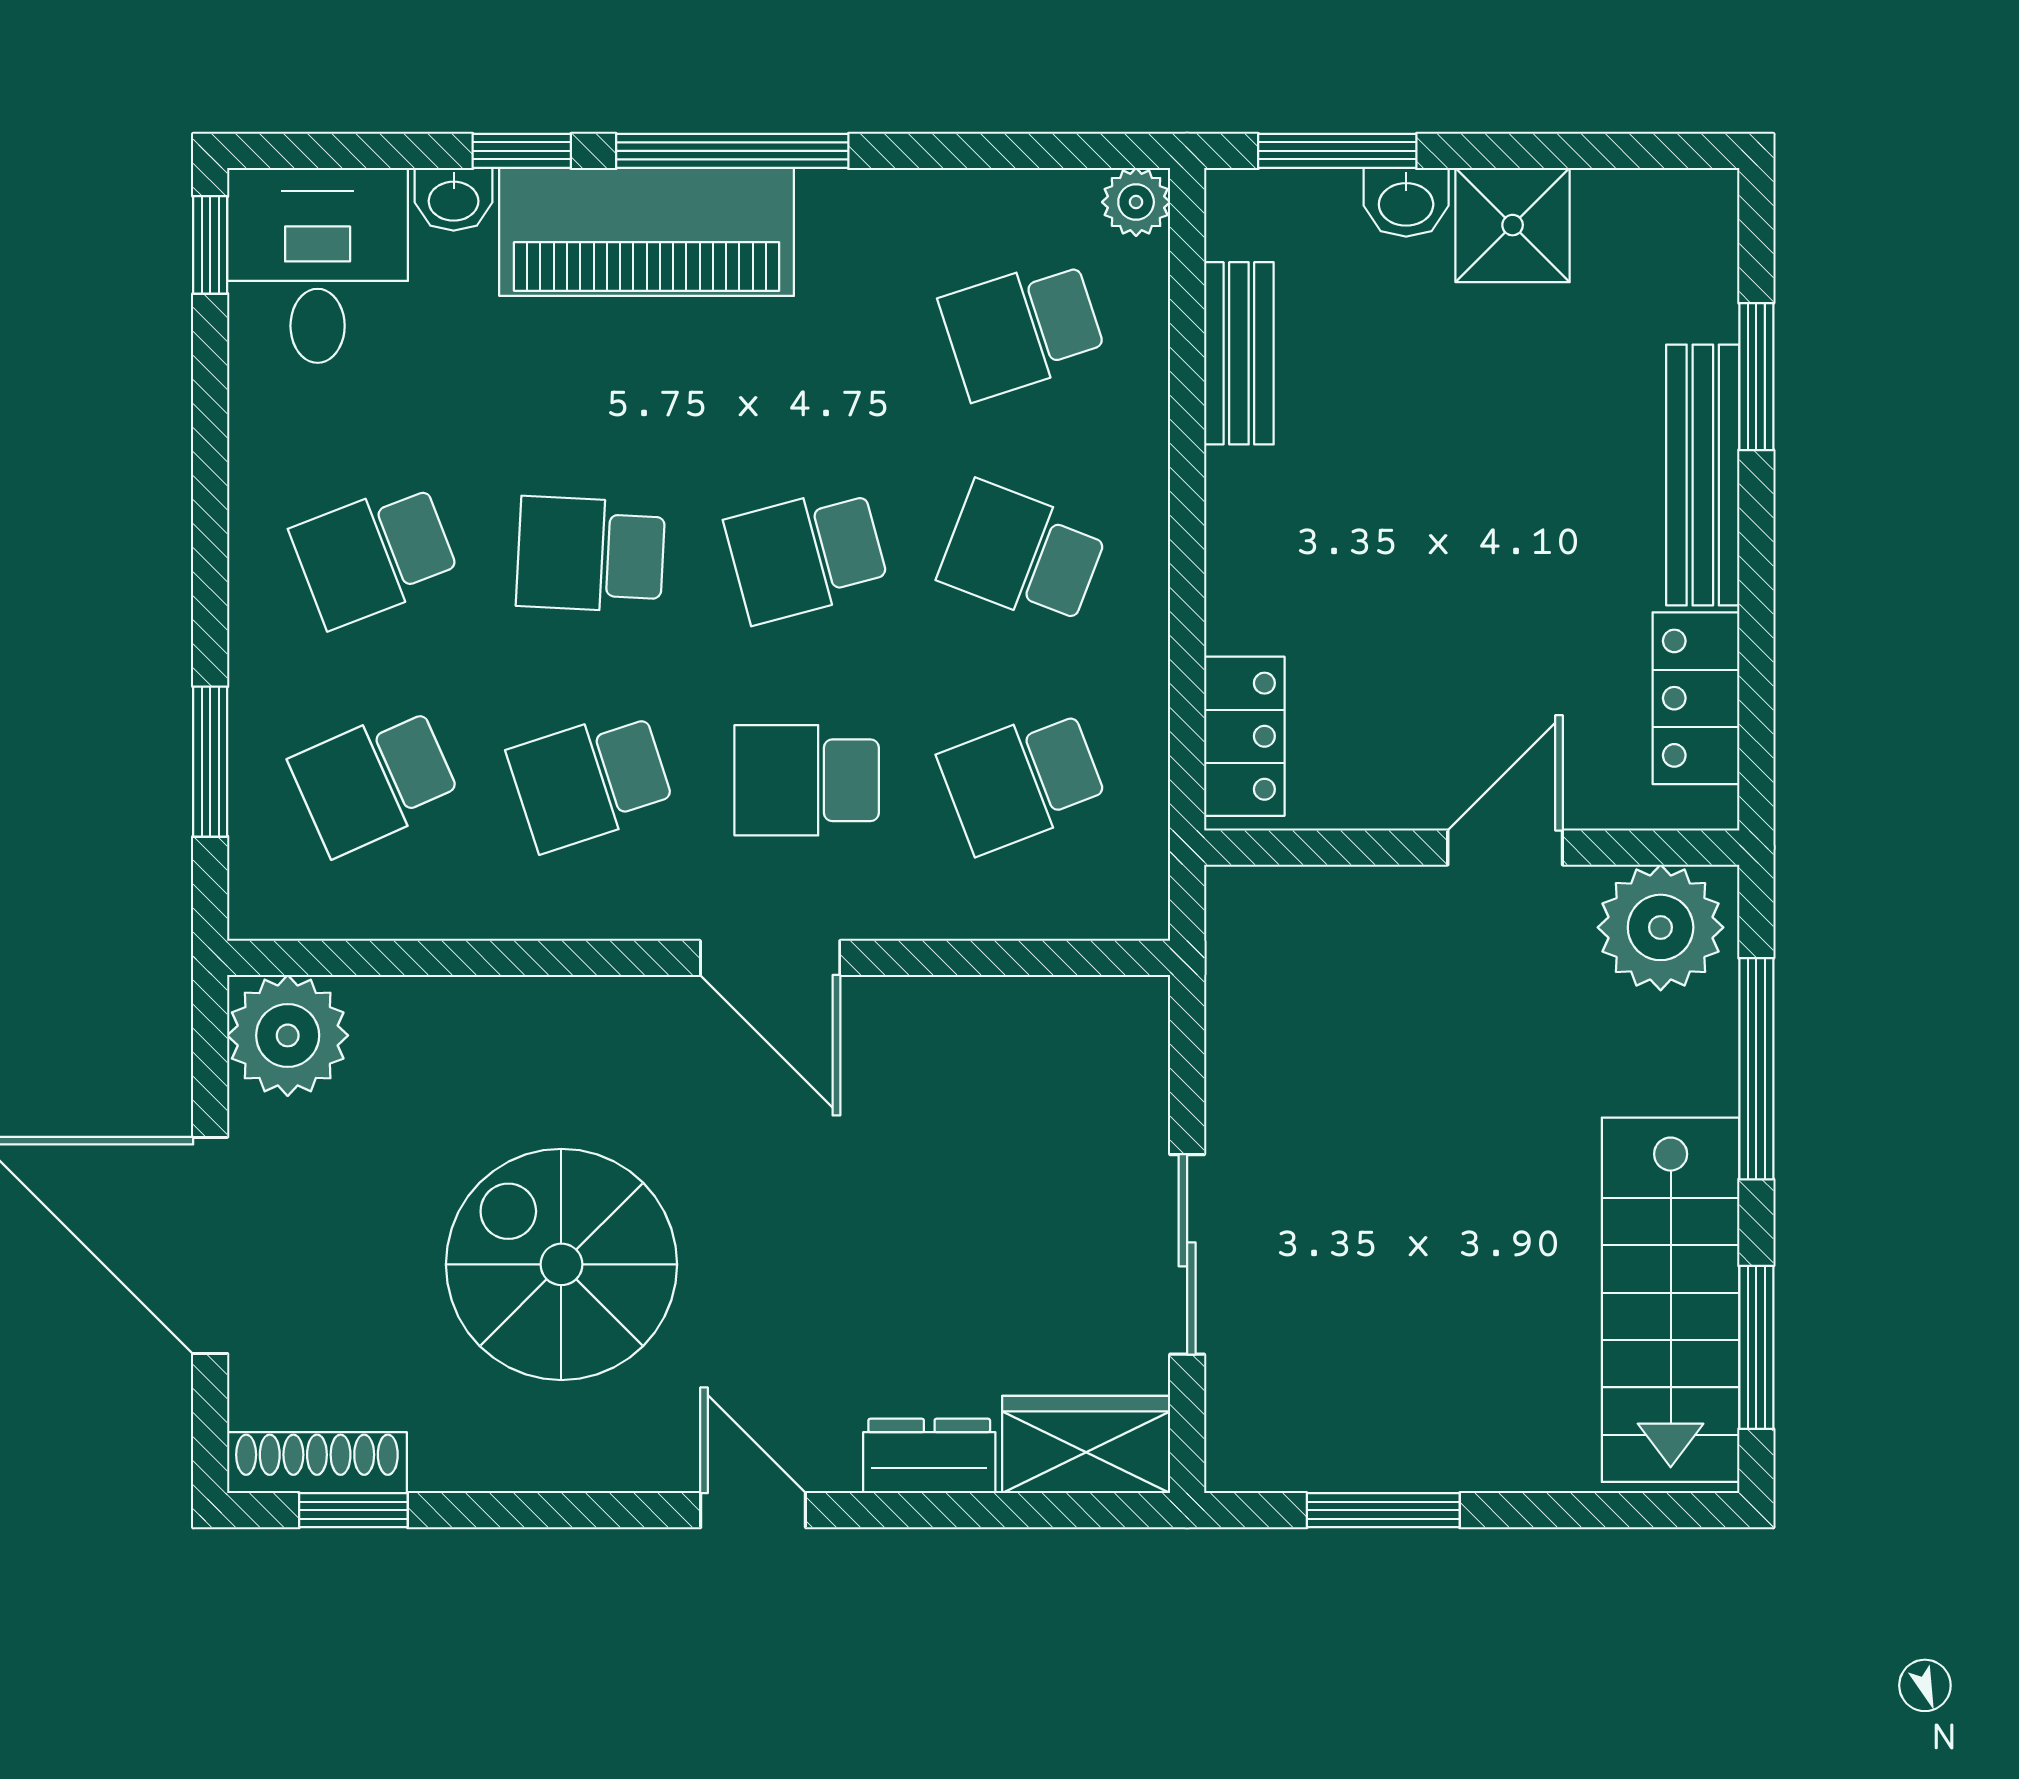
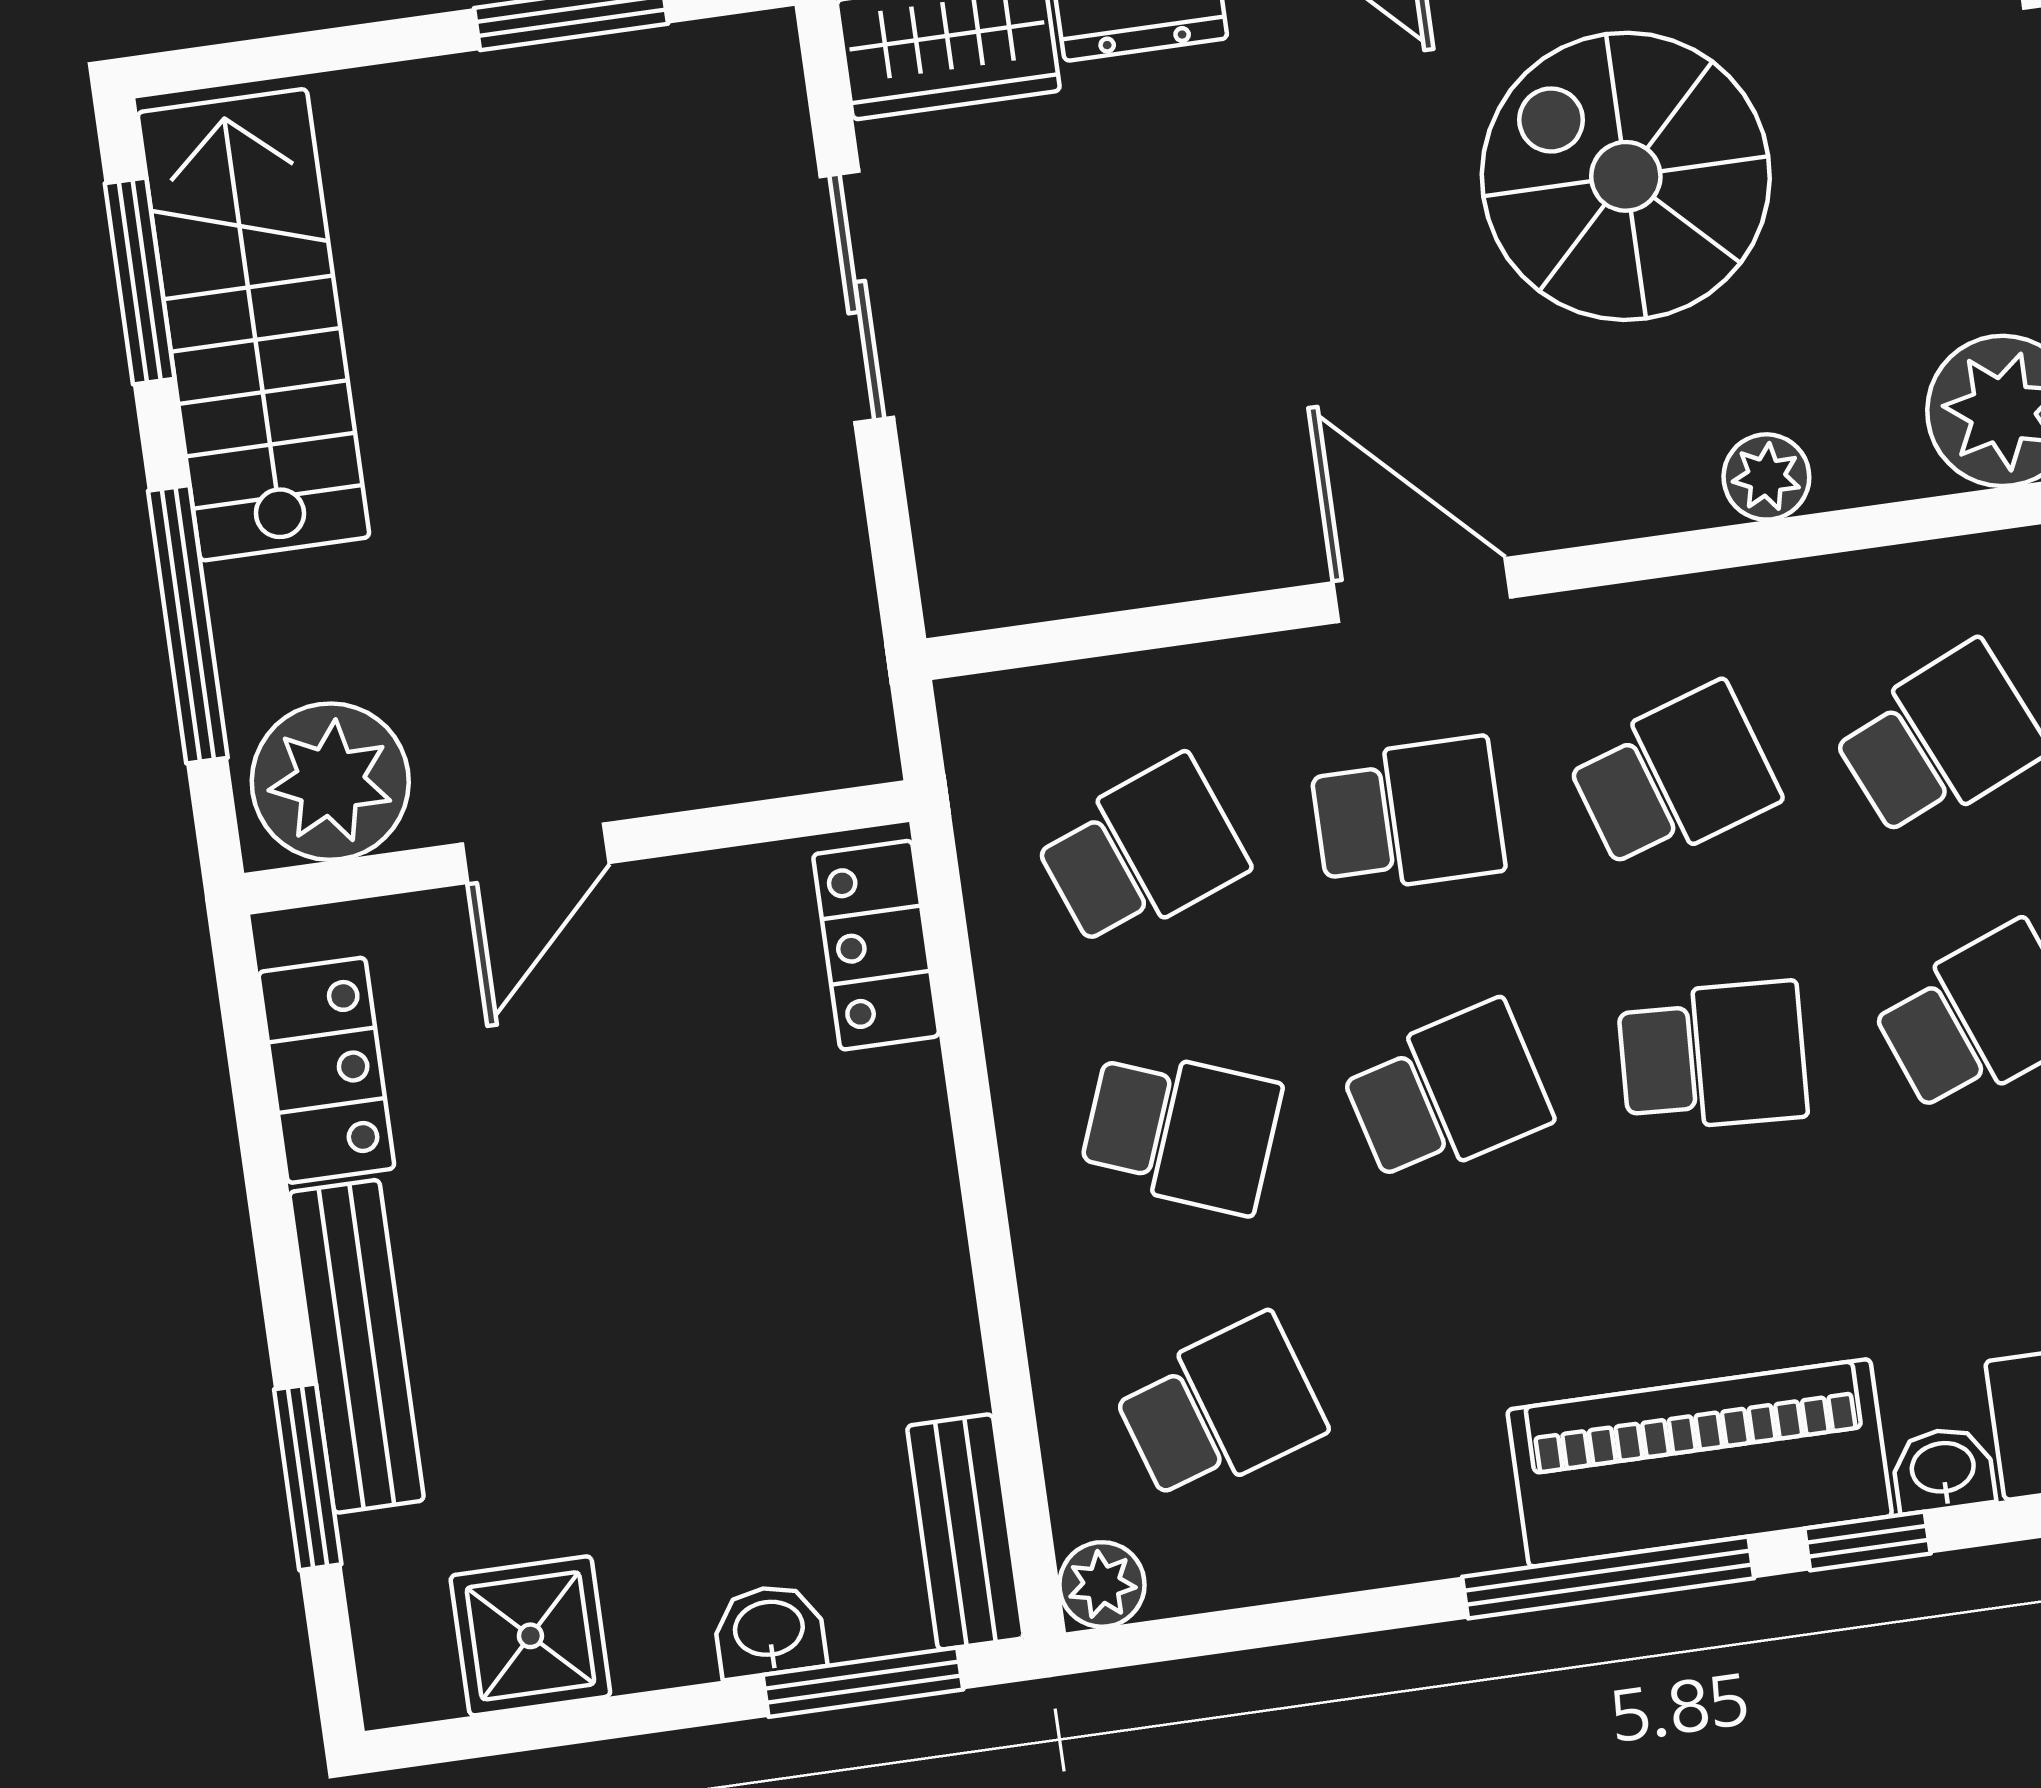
shower: (1513, 225) -> (530, 1636), moved
bench: (1239, 353) -> (965, 1532), moved
plant: (483, 1009) -> (1766, 477), added
spiral stairs: (561, 1264) -> (1626, 176), turned 180

